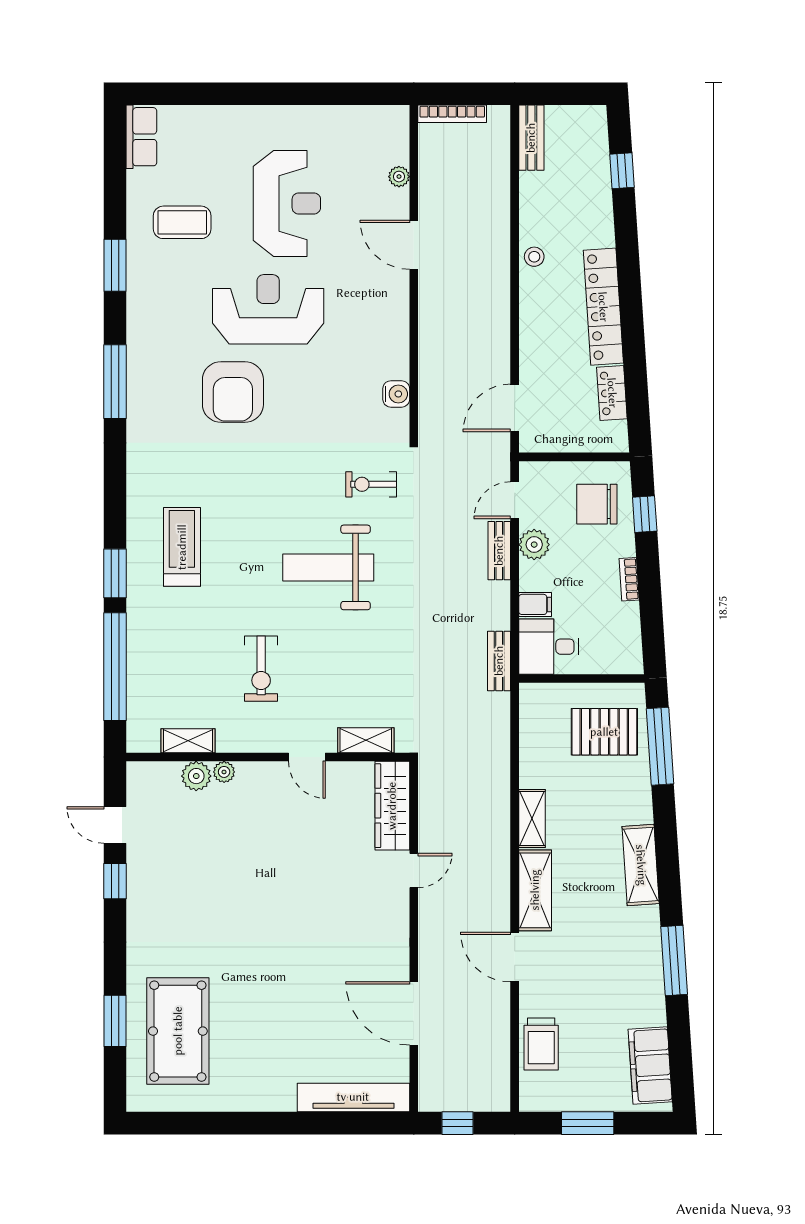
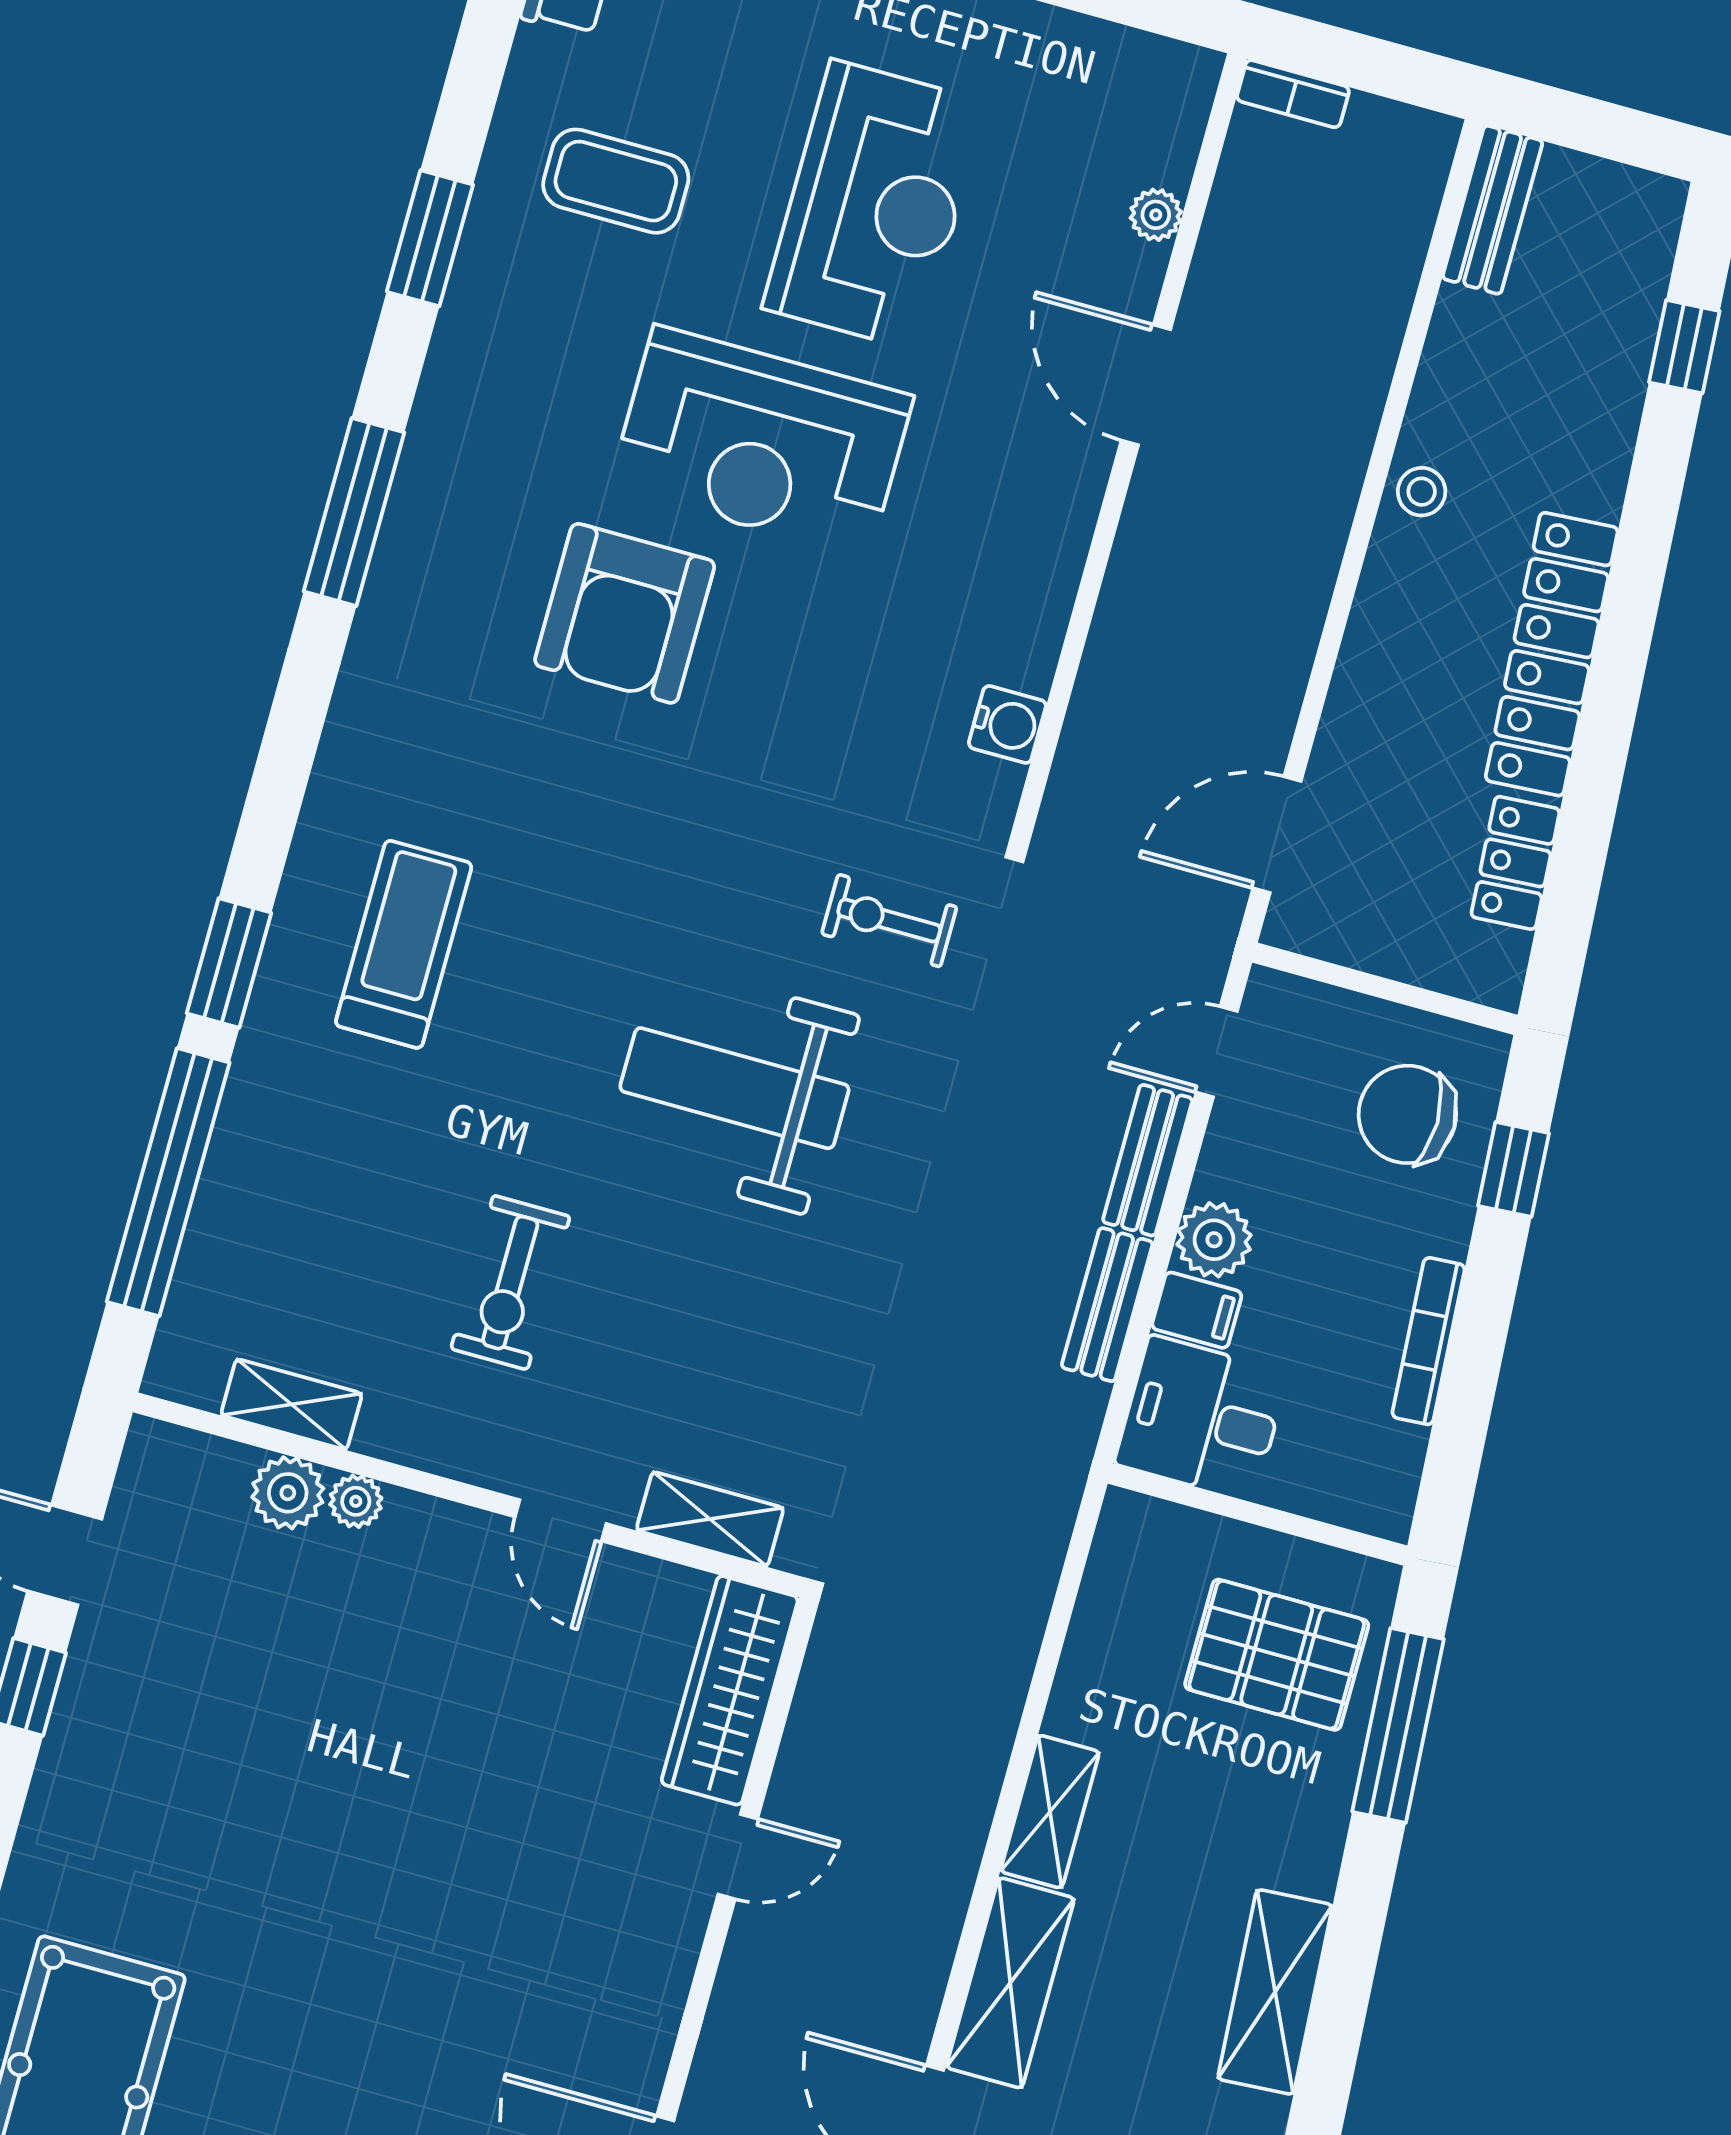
bookcase: (452, 114) -> (1293, 94), width x0.64
reception desk: (268, 309) -> (761, 442), turned 180
plant: (534, 545) -> (1214, 1240), moved
bookcase: (629, 579) -> (1428, 1341), width x1.56
bench: (499, 661) -> (1107, 1305), moved

